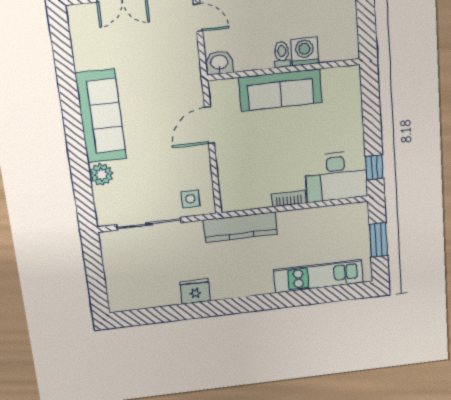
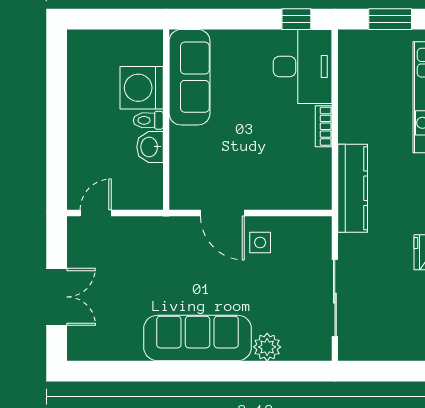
washing machine: (305, 51) -> (142, 88), width x1.37, depth x1.37
washbasin: (219, 63) -> (150, 147), moved
sofa: (280, 90) -> (190, 77), moved
side table: (190, 199) -> (260, 242), moved

